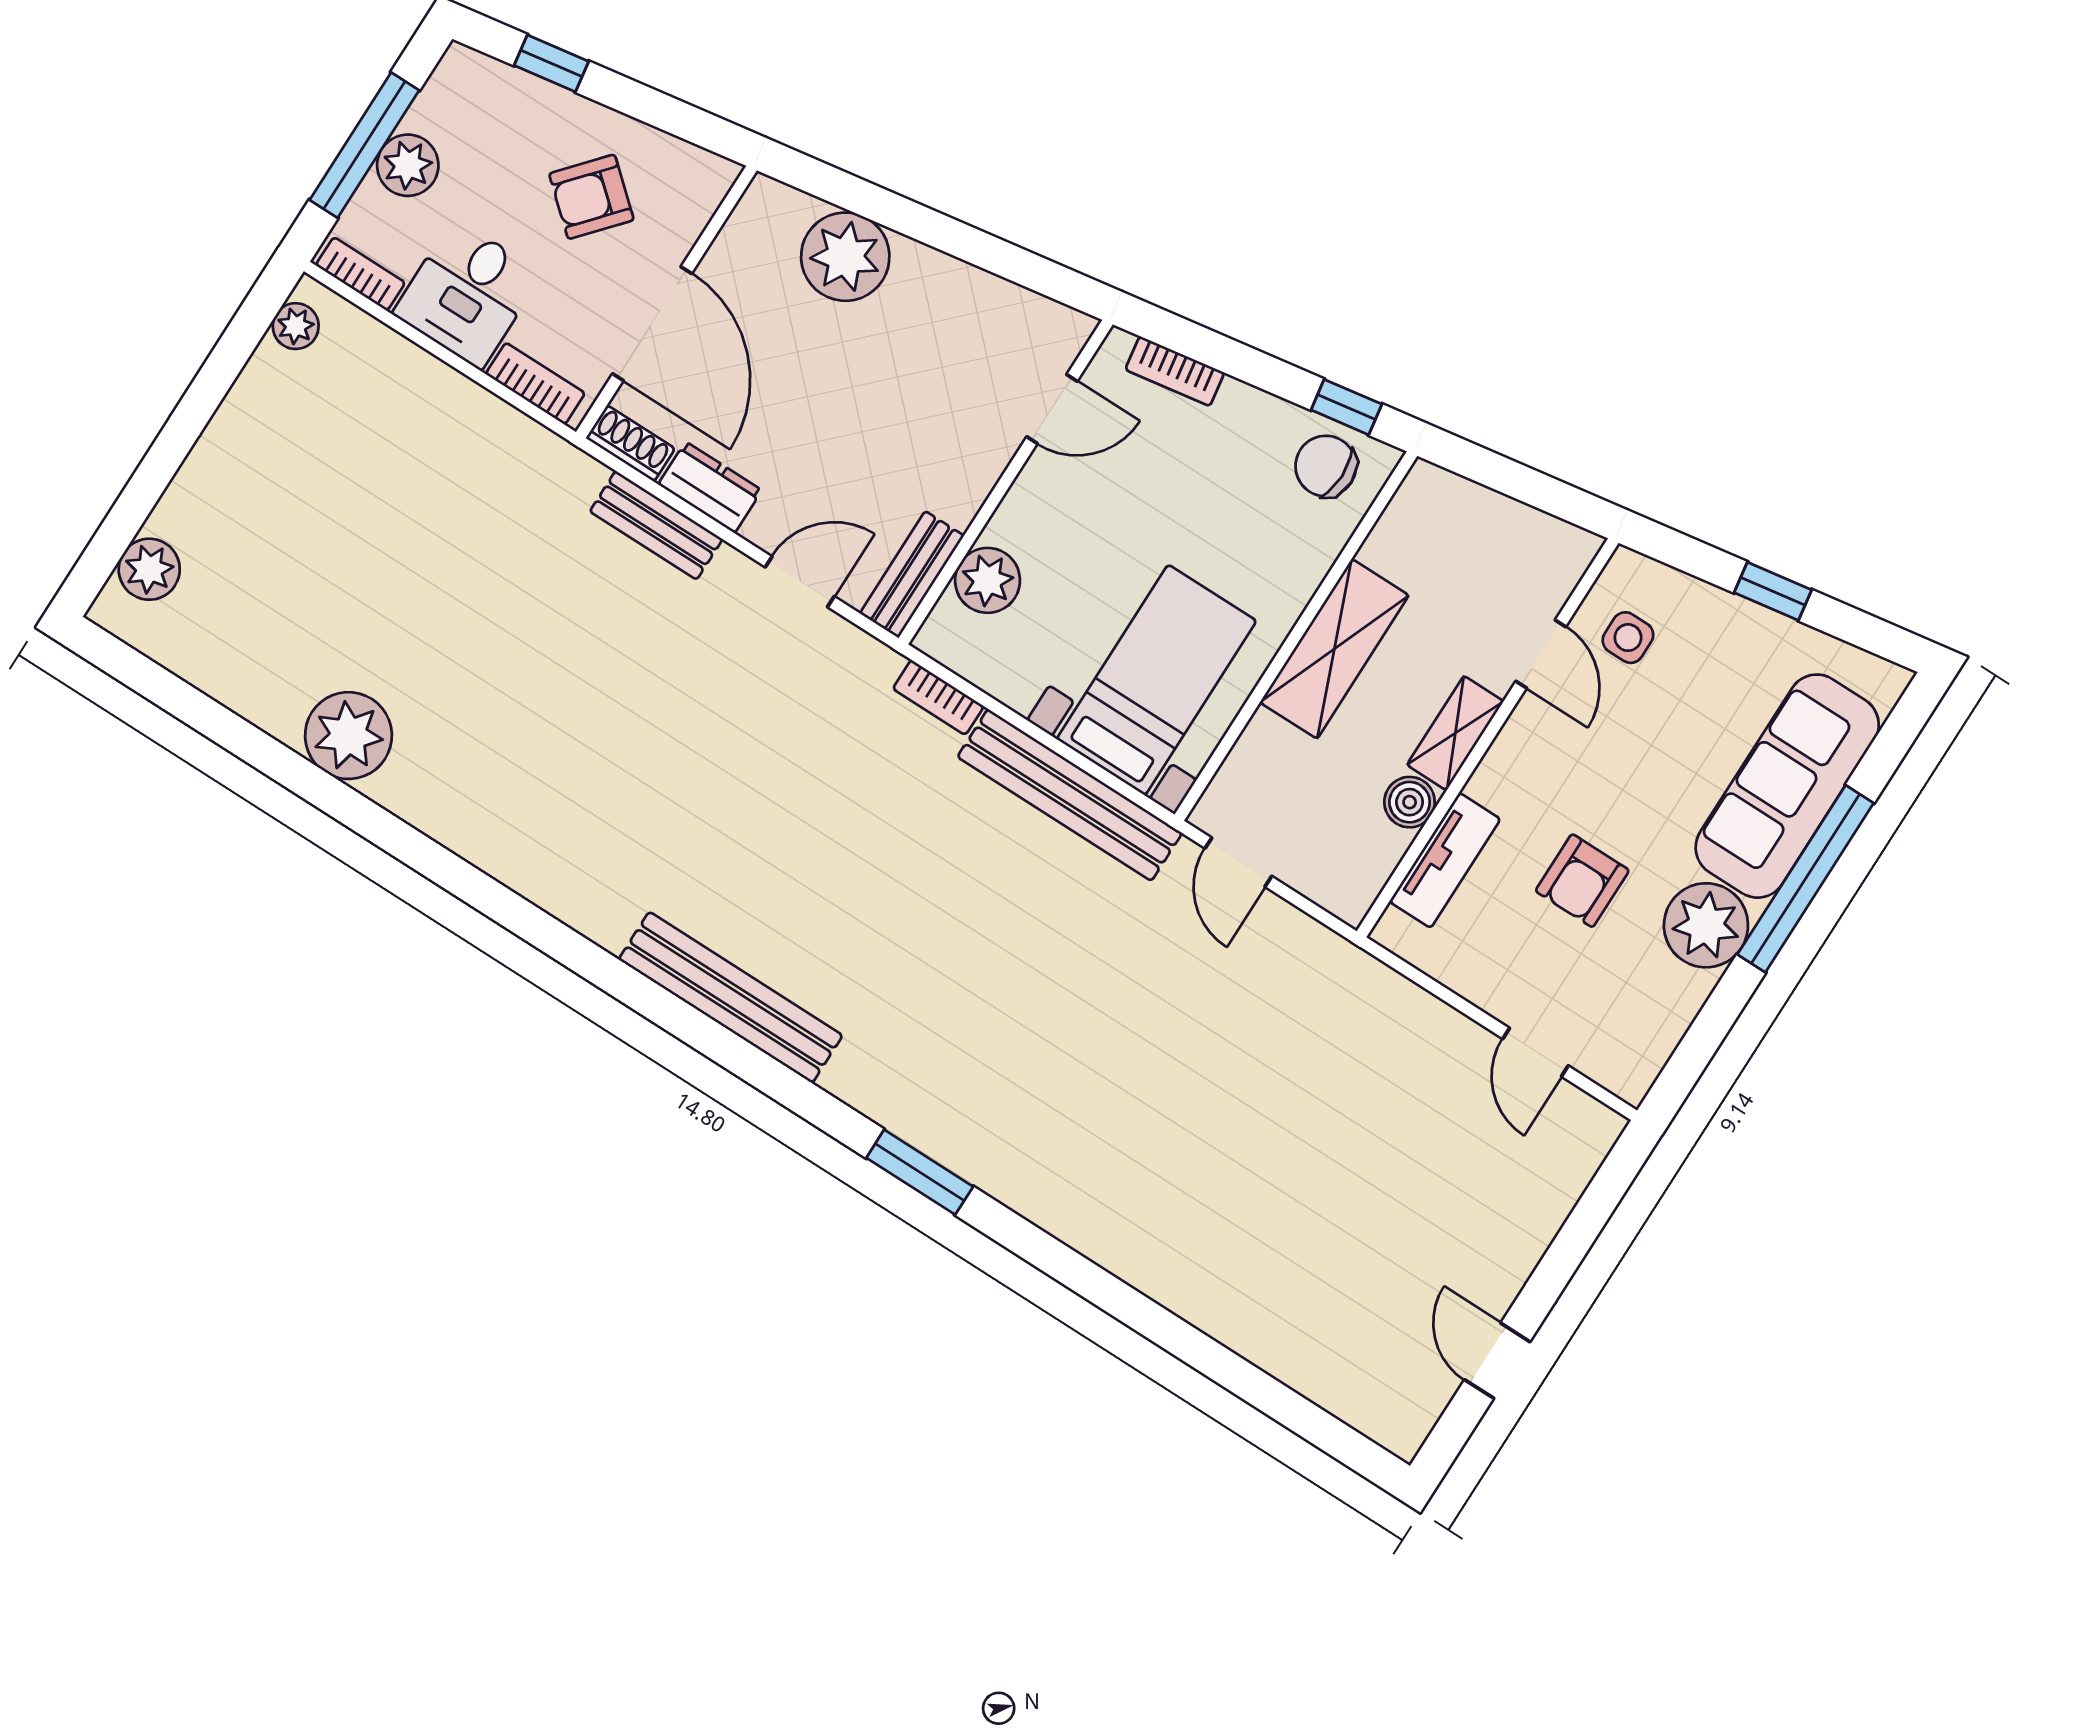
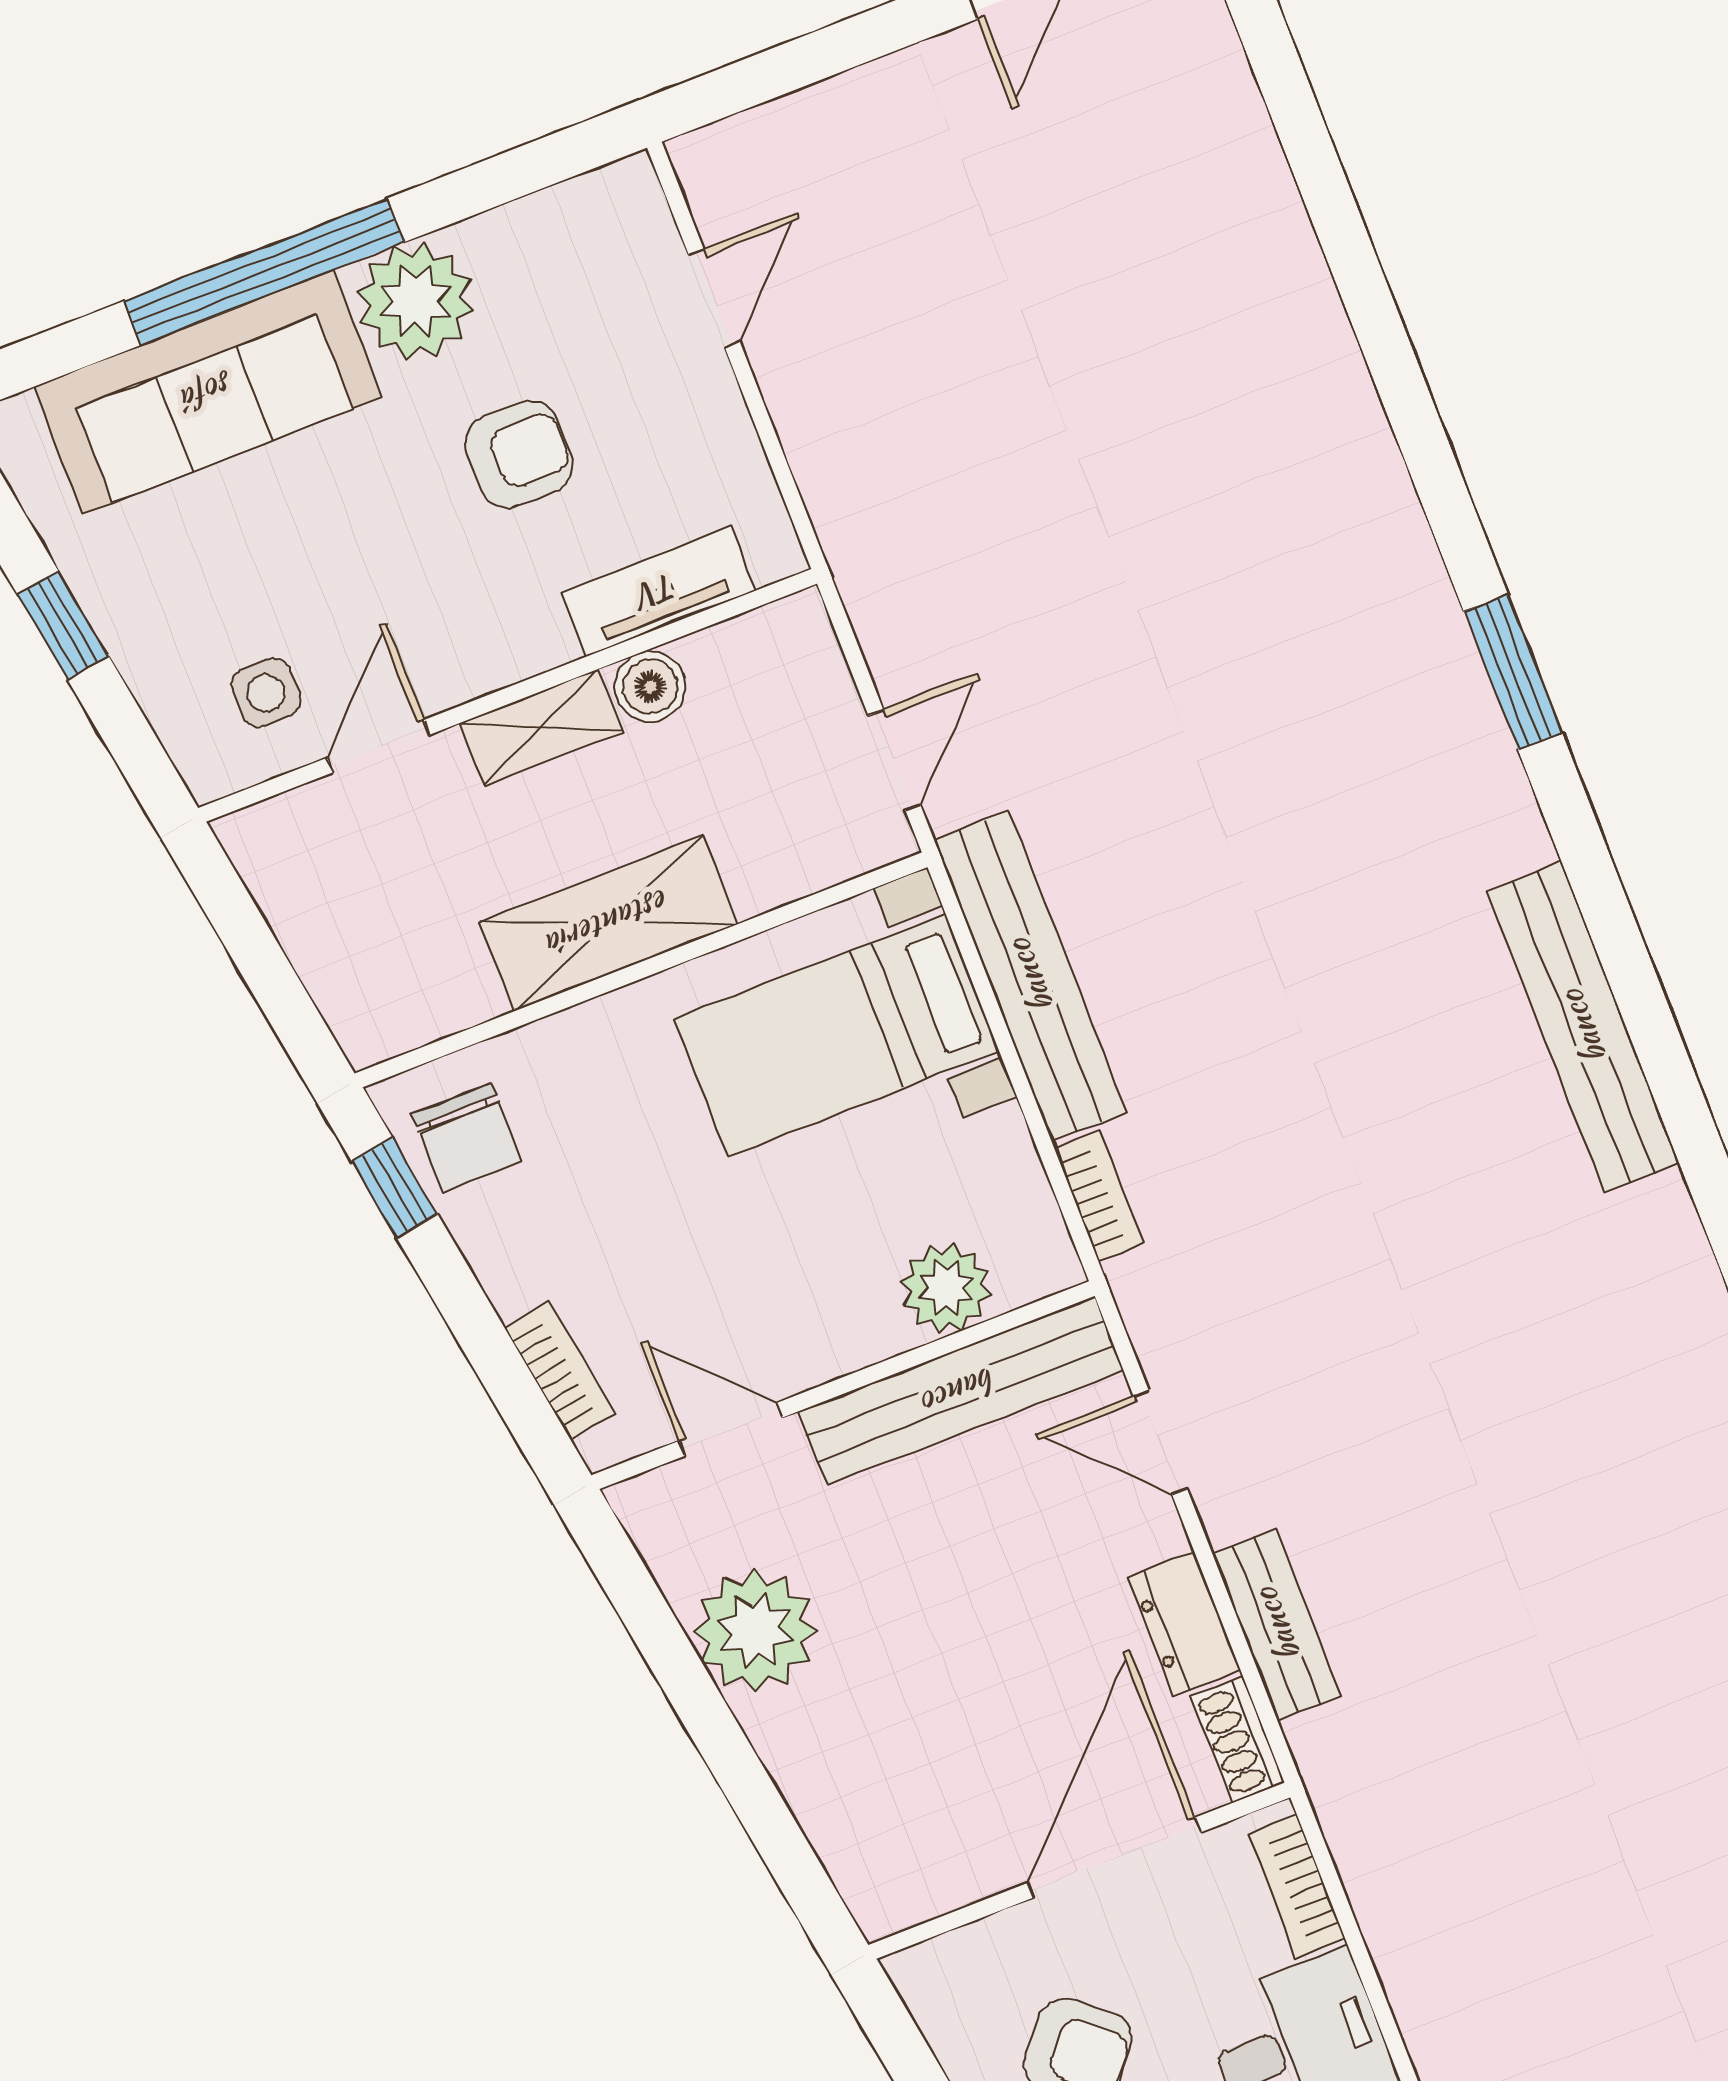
plant: (845, 257) -> (755, 1631), moved
bench: (912, 575) -> (960, 1391), width x1.86, depth x1.21

